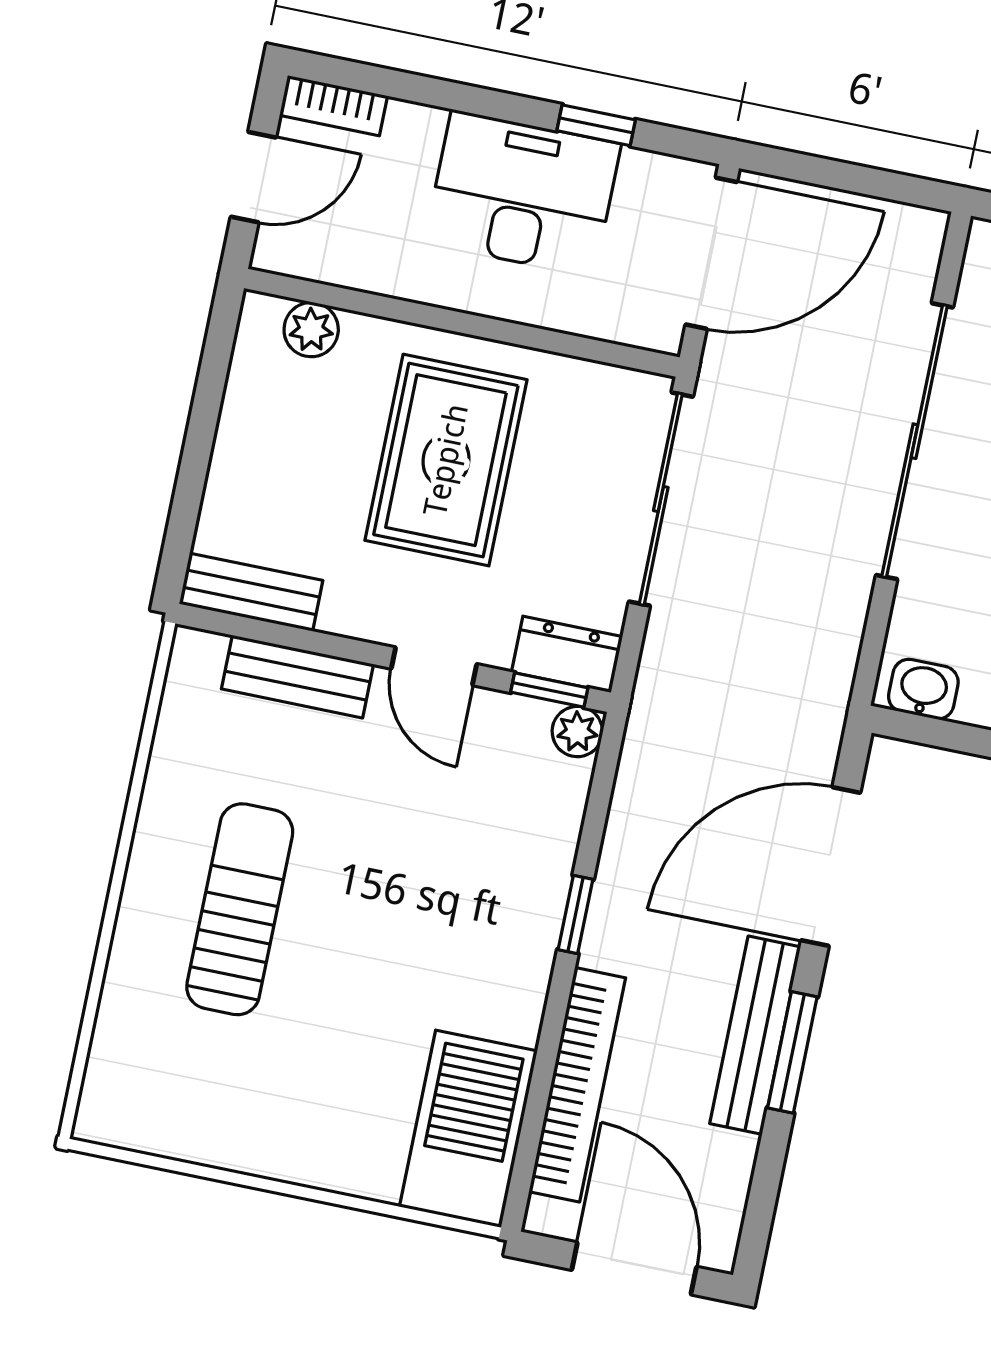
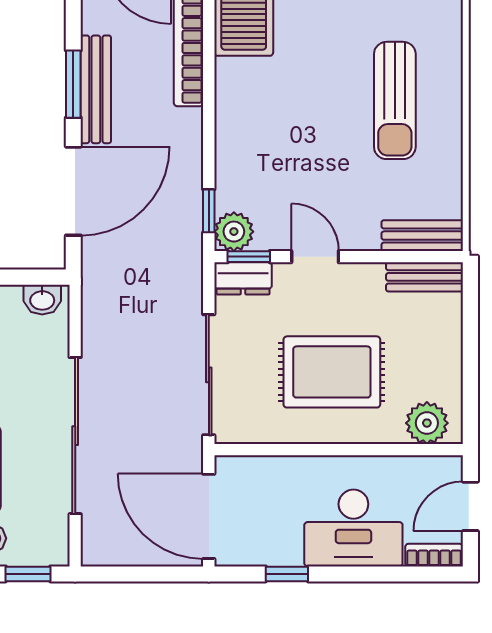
desk: (523, 193) -> (353, 528), moved
door: (711, 253) -> (209, 516), hinge flipped
plant: (311, 330) -> (427, 423), width x1.38, depth x1.38
rug: (446, 460) -> (332, 372), turned 90
bench: (298, 677) -> (422, 236), moved
plant: (577, 732) -> (234, 232), width x1.38, depth x1.38
window: (576, 915) -> (209, 211), moved

